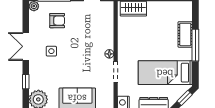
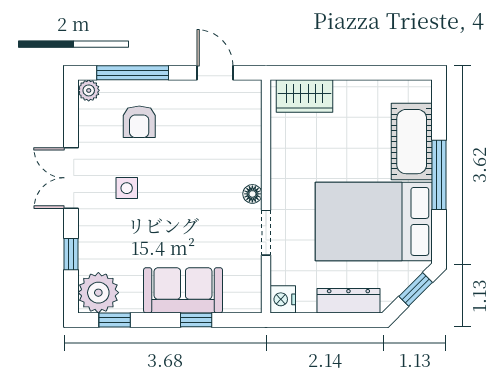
armchair: (57, 21) -> (139, 122), turned 90
cot: (185, 34) -> (412, 142), width x1.37, depth x1.34
bed: (165, 73) -> (374, 221), width x1.50

